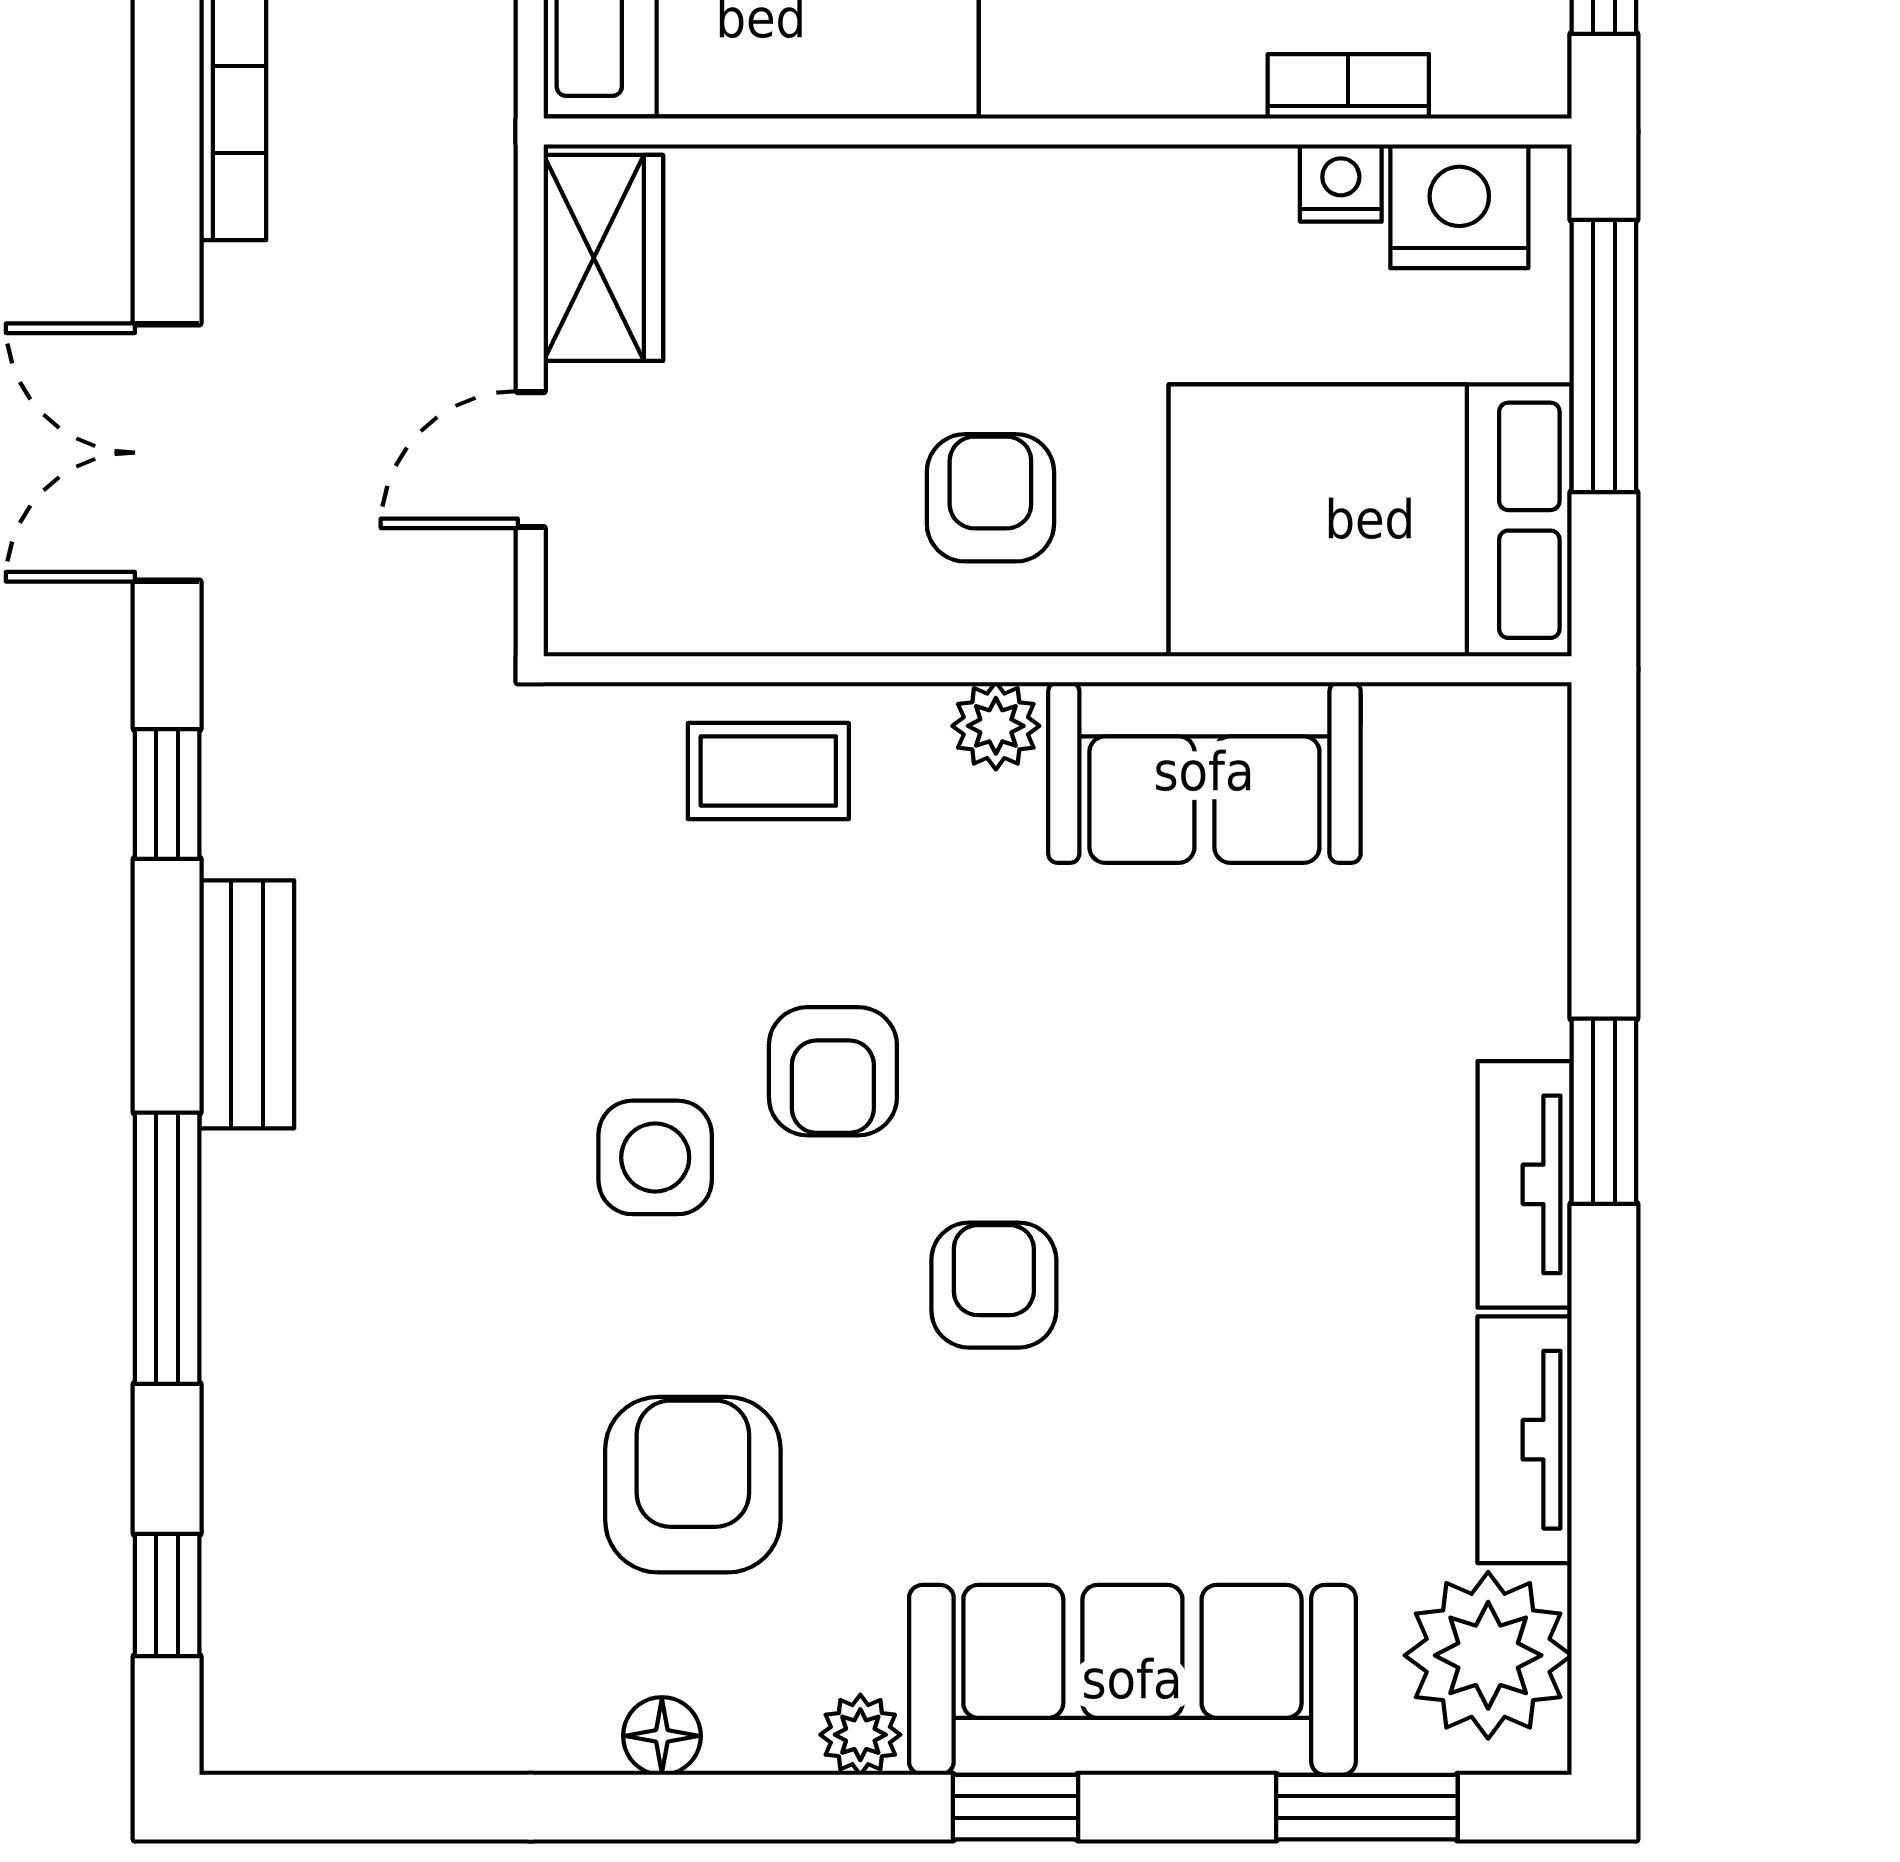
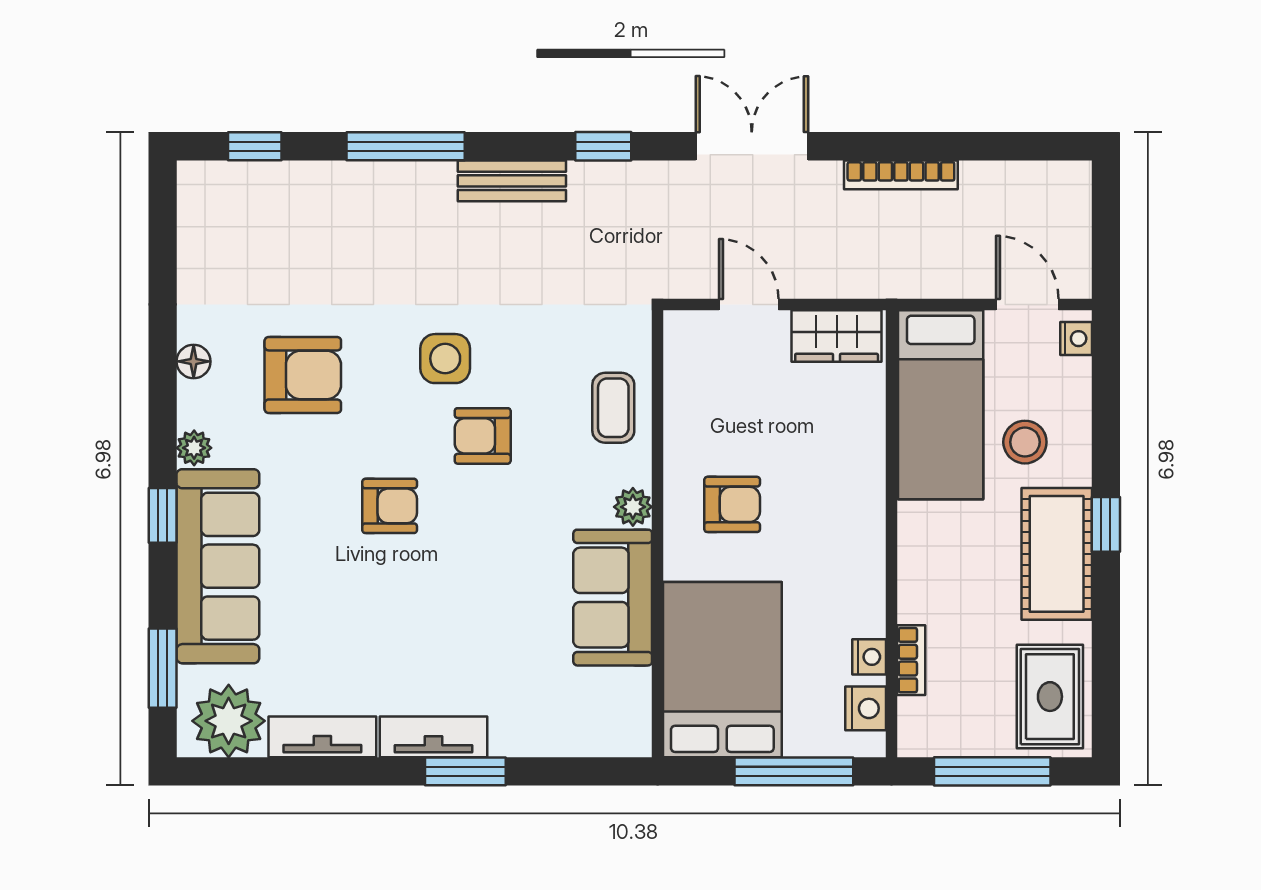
nightstand: (1459, 206) -> (866, 708), width x0.74, depth x0.75

